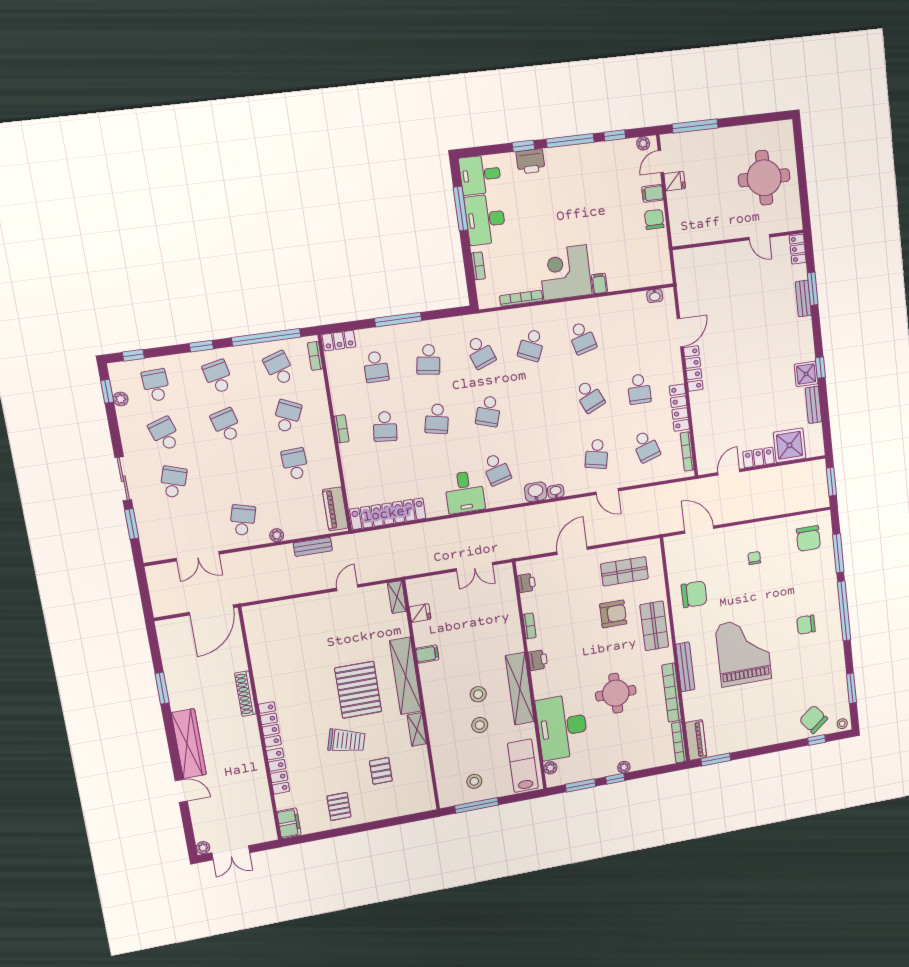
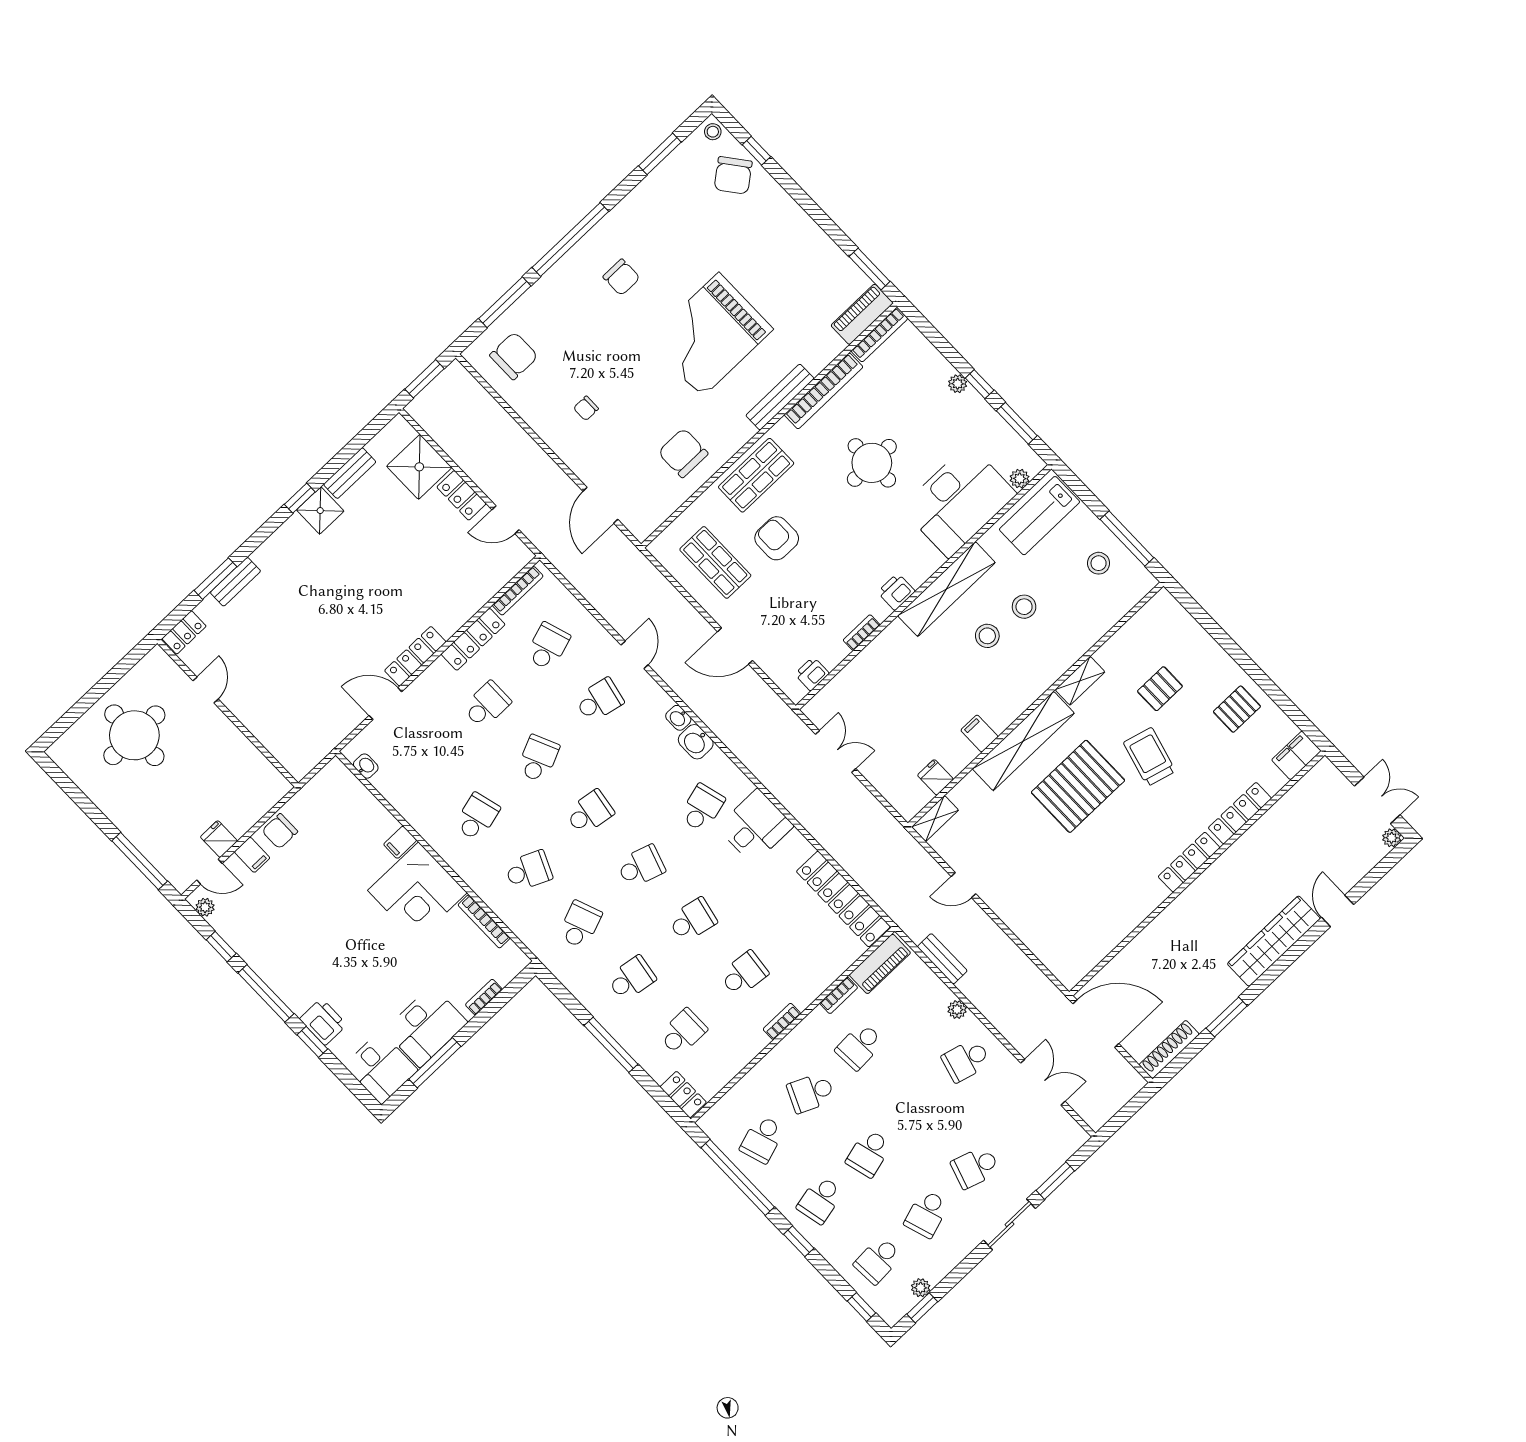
bookcase: (315, 356) -> (839, 995), moved
school desk: (539, 404) -> (590, 812), added
shoe rack: (245, 694) -> (1169, 1049), moved, turned 180

